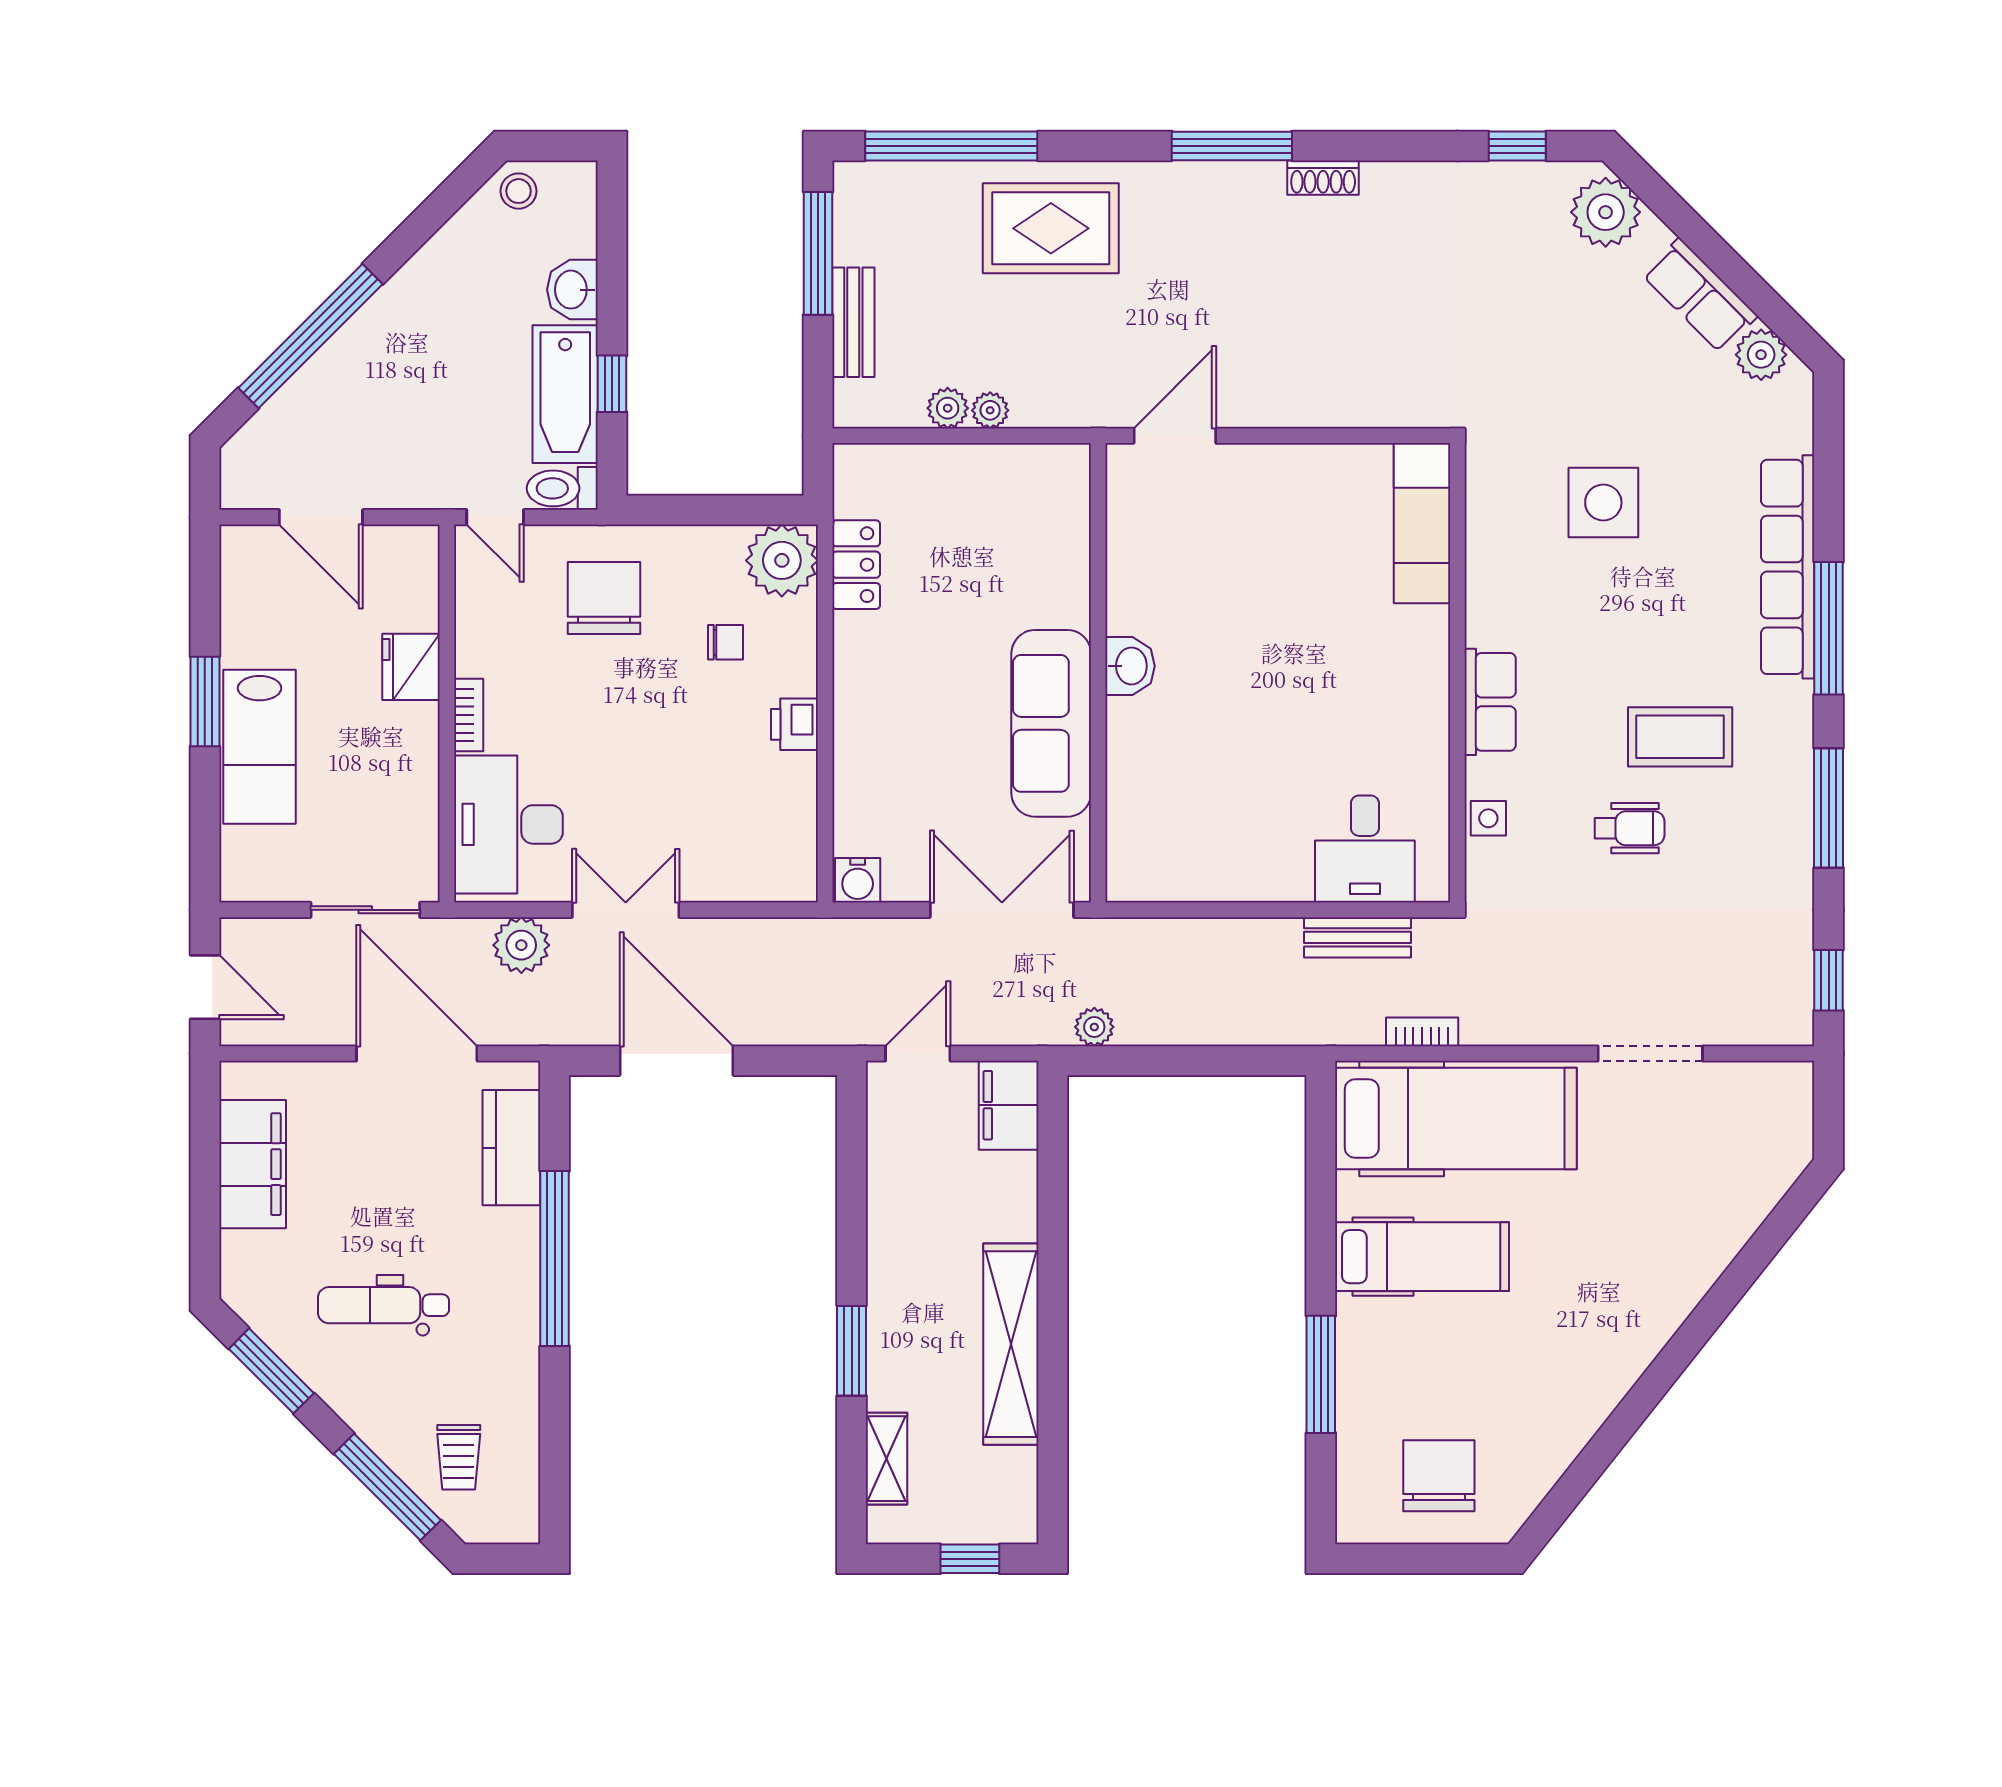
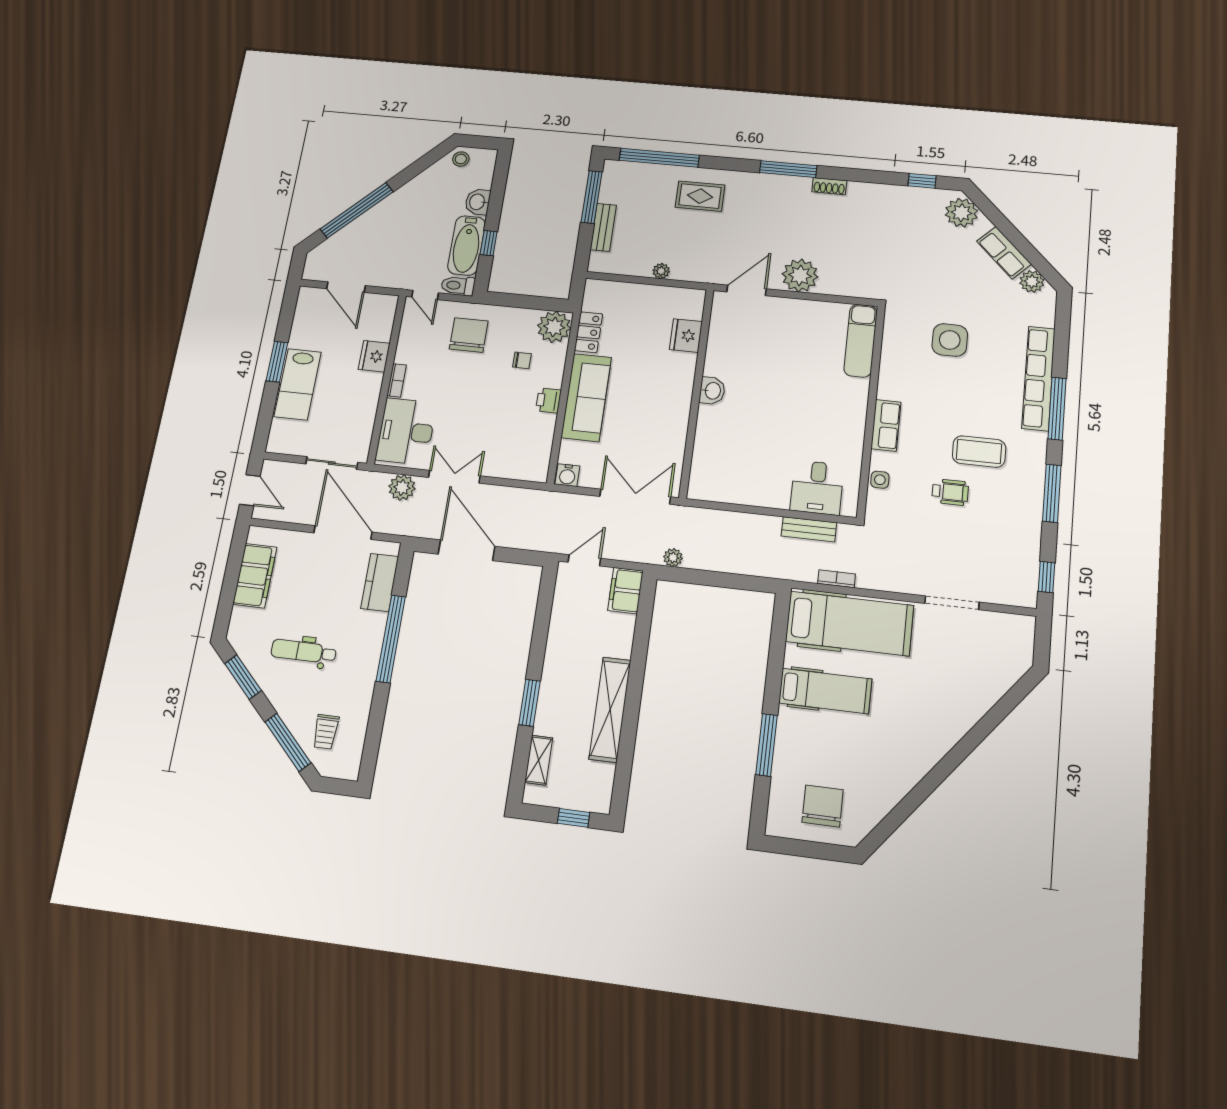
rug: (1051, 228) -> (700, 196), width x0.73, depth x0.70
plant: (948, 408) -> (800, 275), moved, width x1.87, depth x1.87
fridge: (1061, 550) -> (686, 336), added
sofa: (1051, 723) -> (586, 397), moved, turned 180

